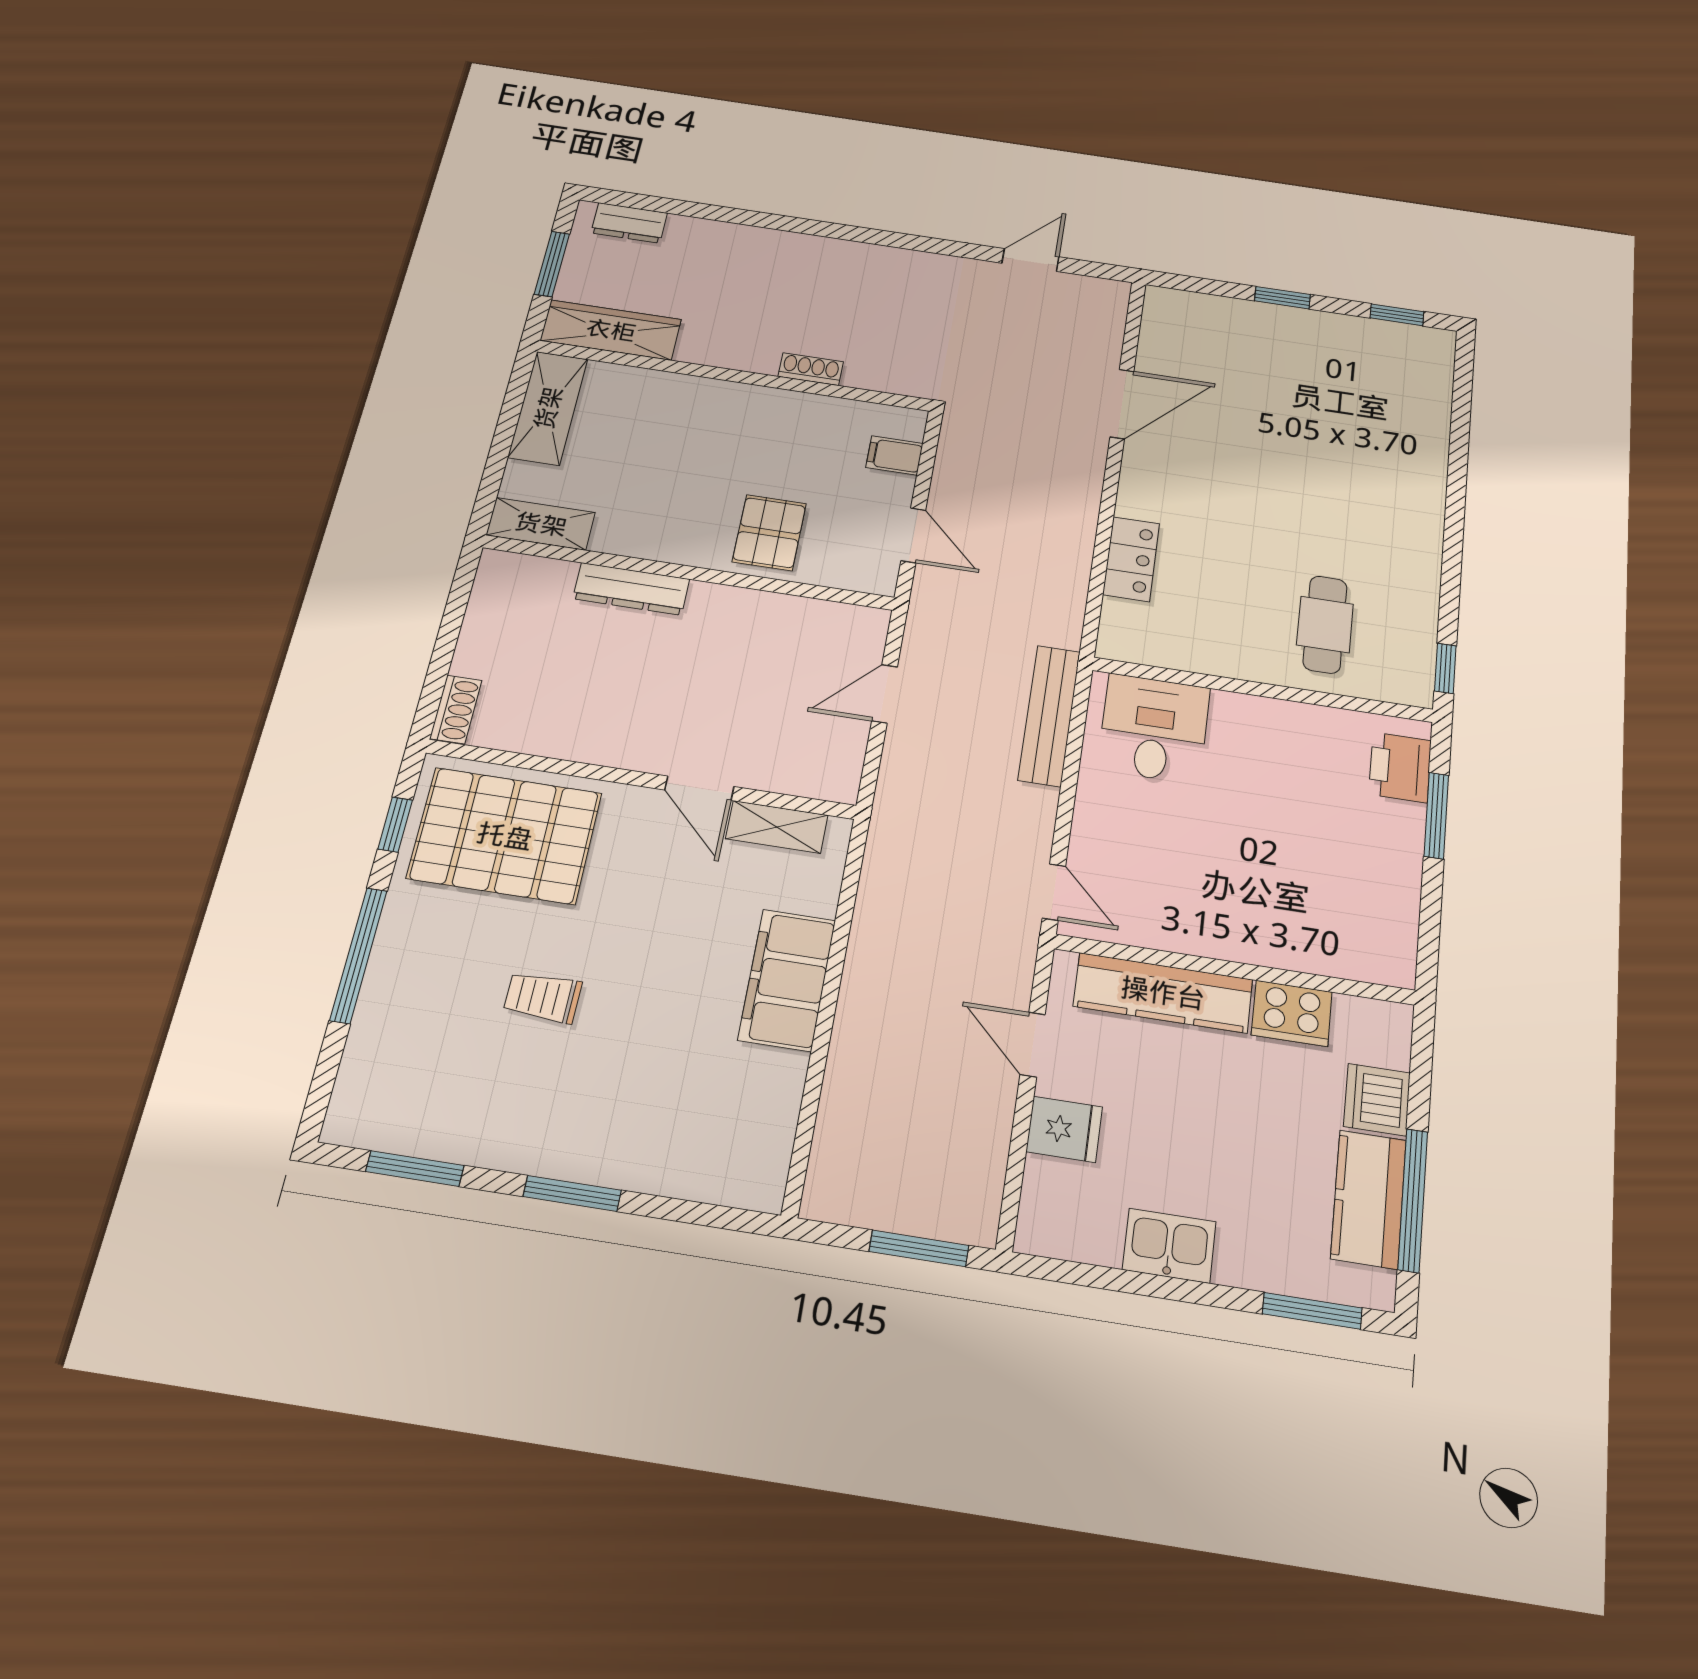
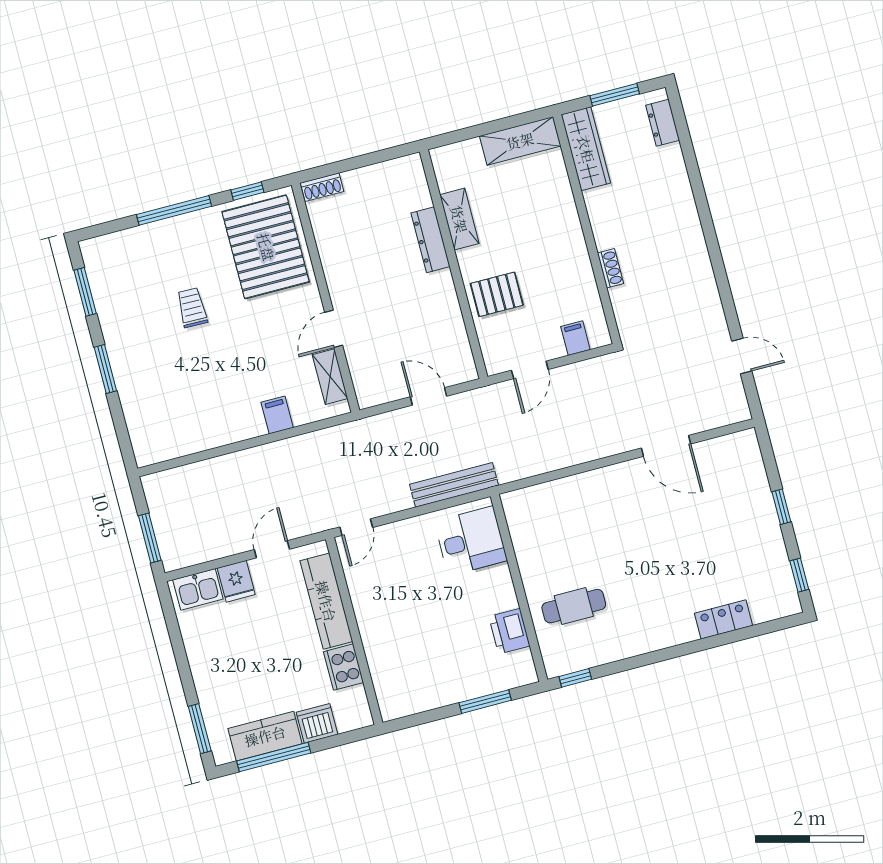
shelving: (541, 524) -> (459, 219), moved
locker: (1131, 559) -> (723, 619), moved, turned 180
printer: (1400, 767) -> (509, 631), moved, turned -90
filing cabinet: (787, 980) -> (277, 415), width x0.33, depth x0.86
kitchen sink: (1169, 1246) -> (198, 589), moved, turned 90

